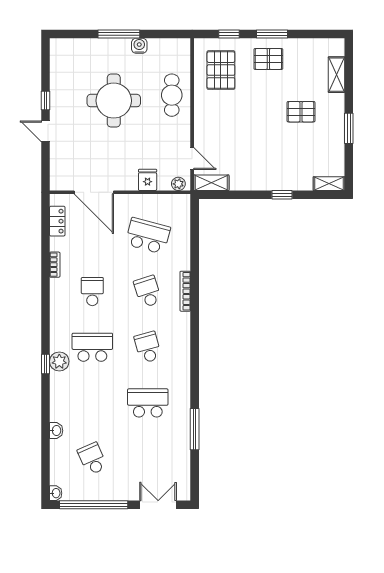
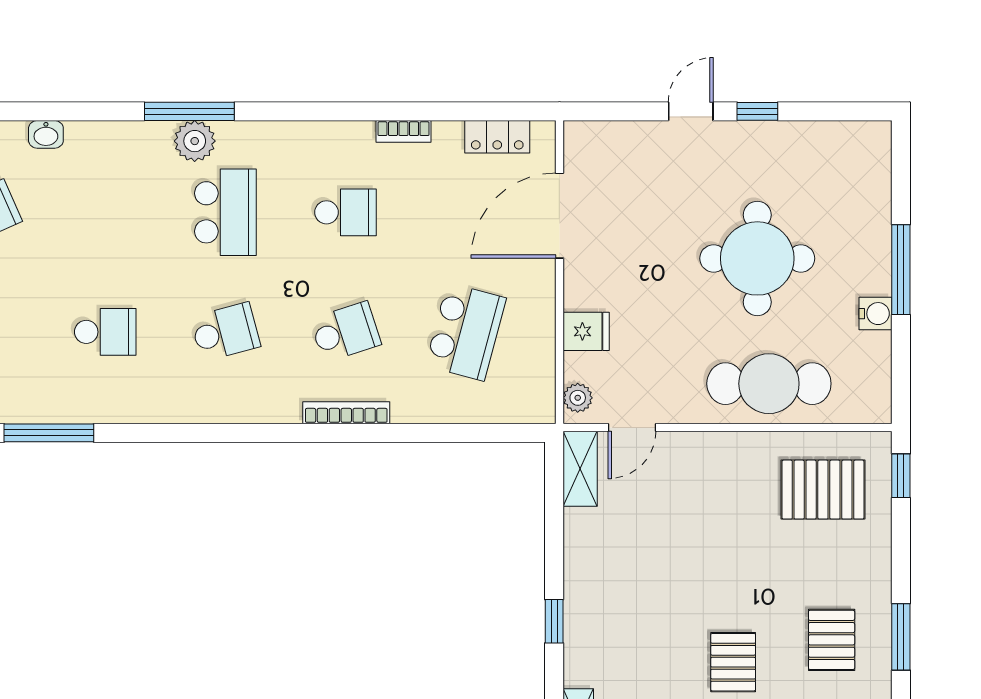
window: (229, 34) -> (901, 476), moved
window: (272, 34) -> (901, 637), moved
pallet: (268, 59) -> (832, 640), moved
cafe table: (172, 95) -> (769, 384), width x1.37, depth x1.35
window: (45, 364) -> (189, 111), width x2.17
school desk: (148, 403) -> (105, 332), width x0.54

